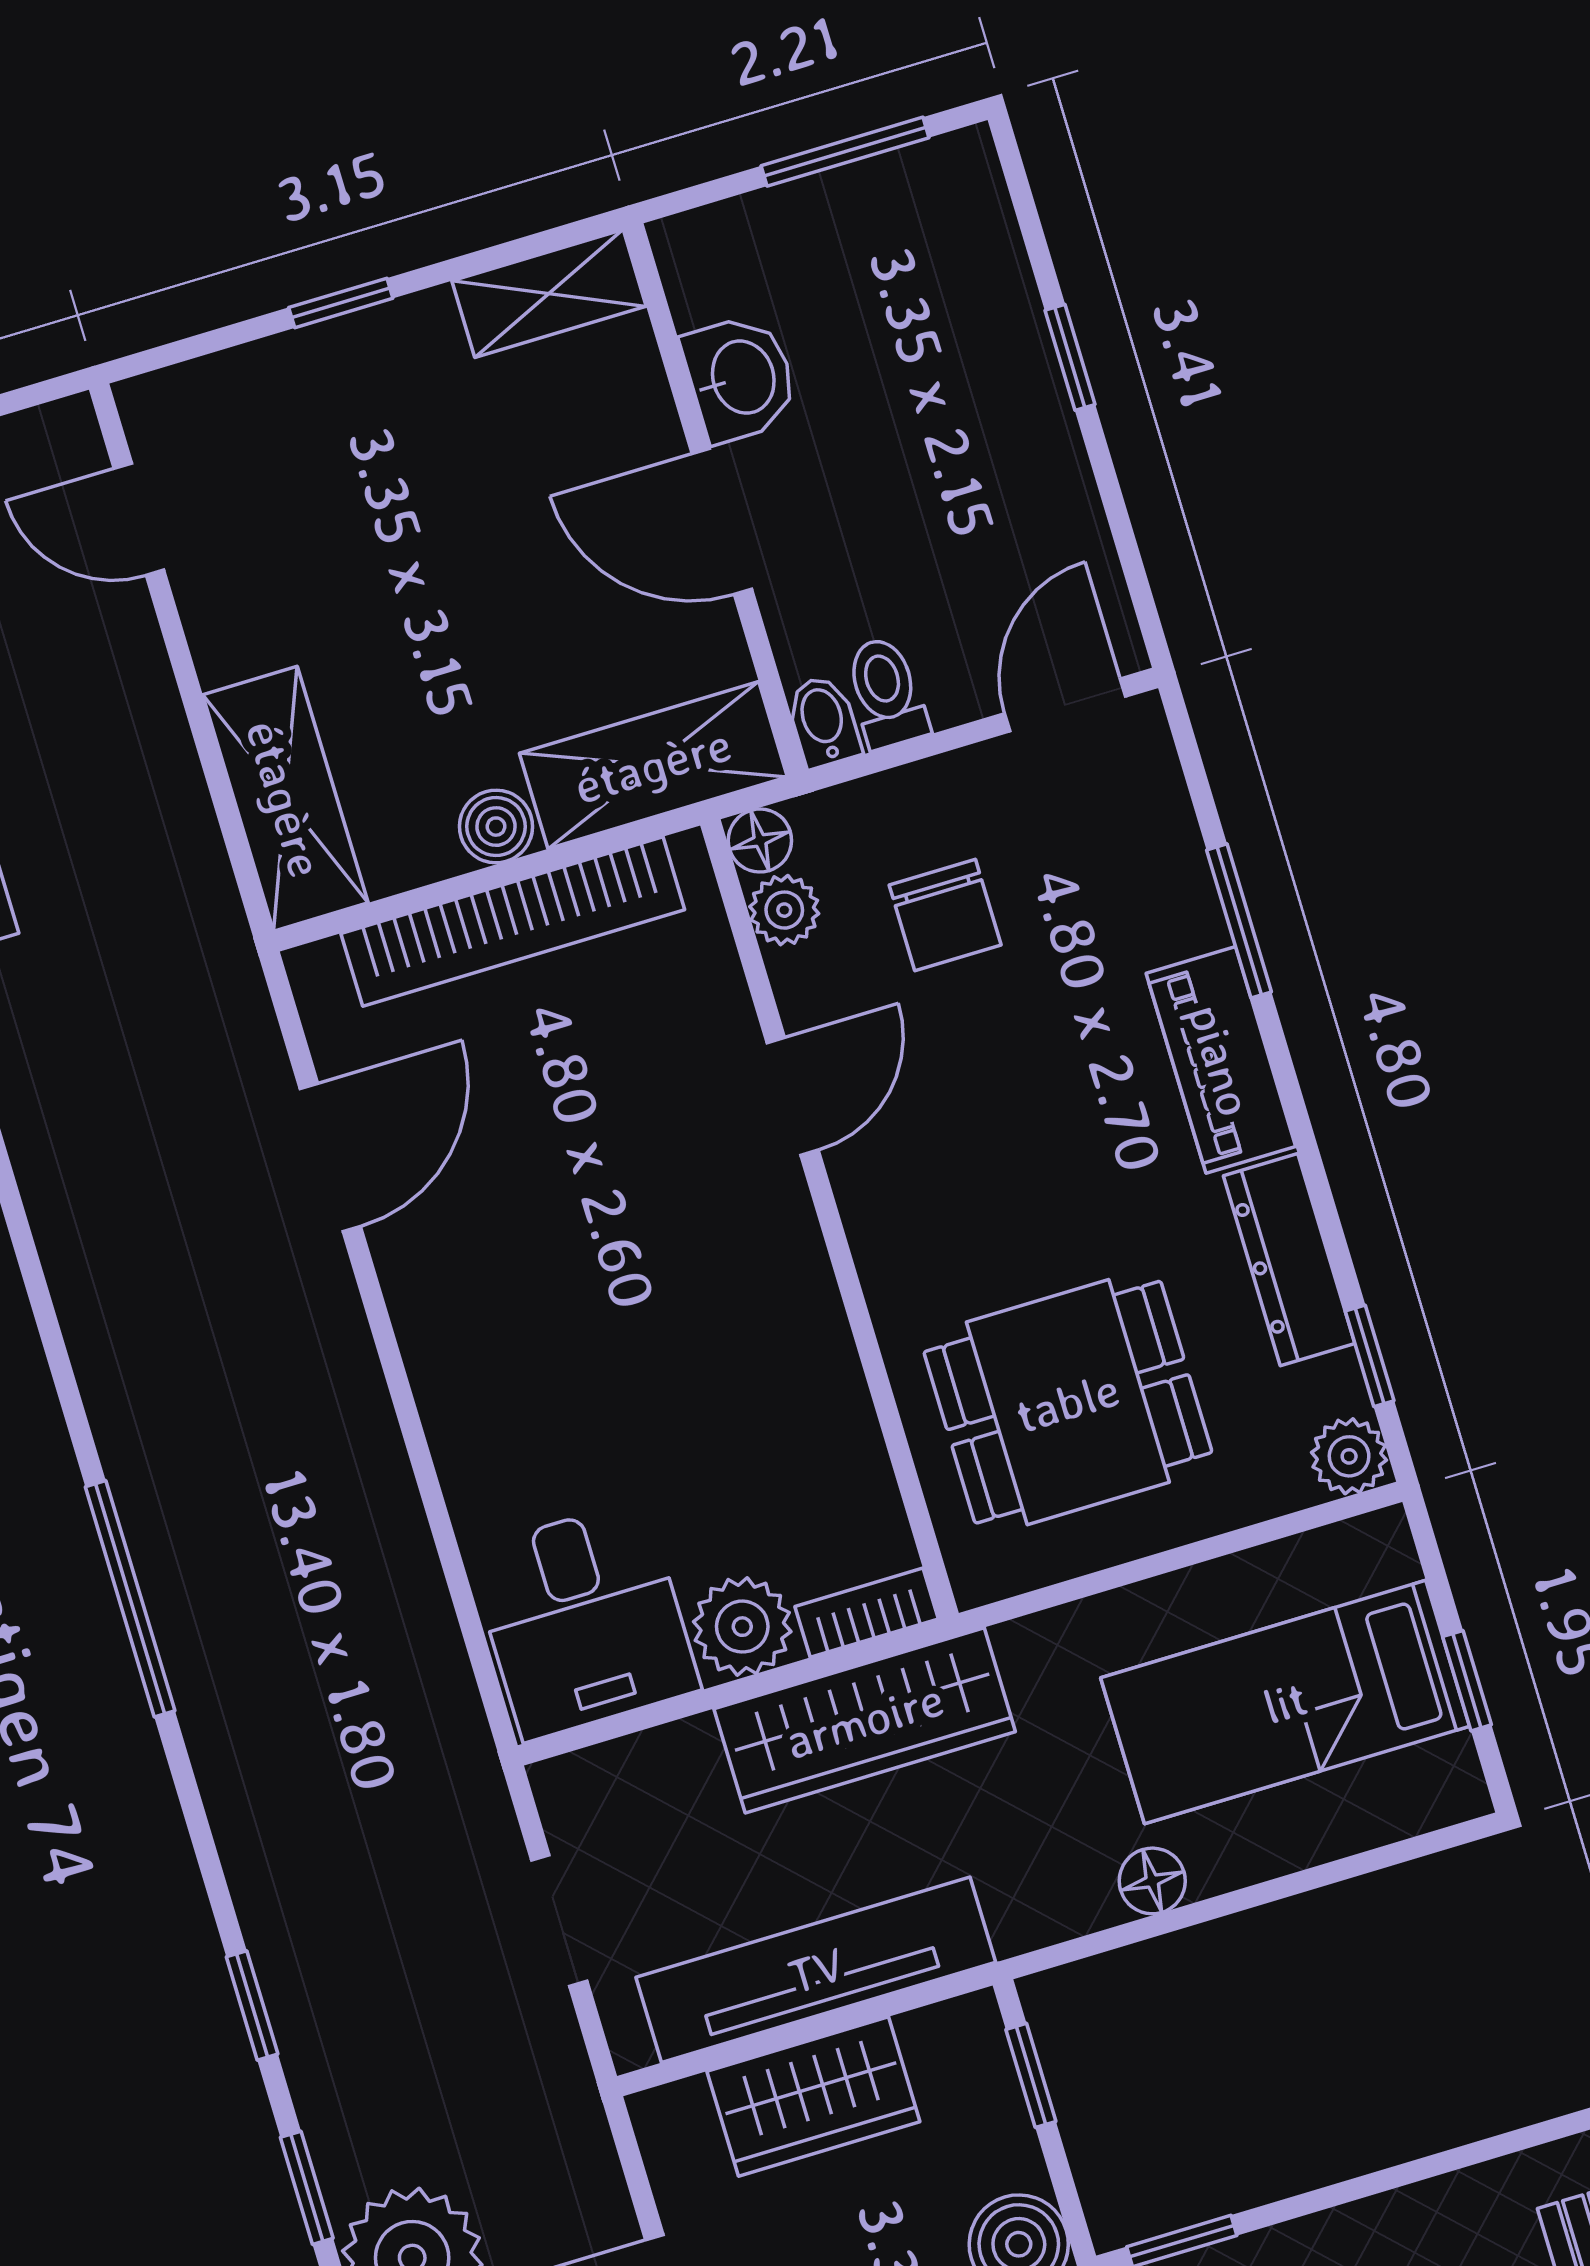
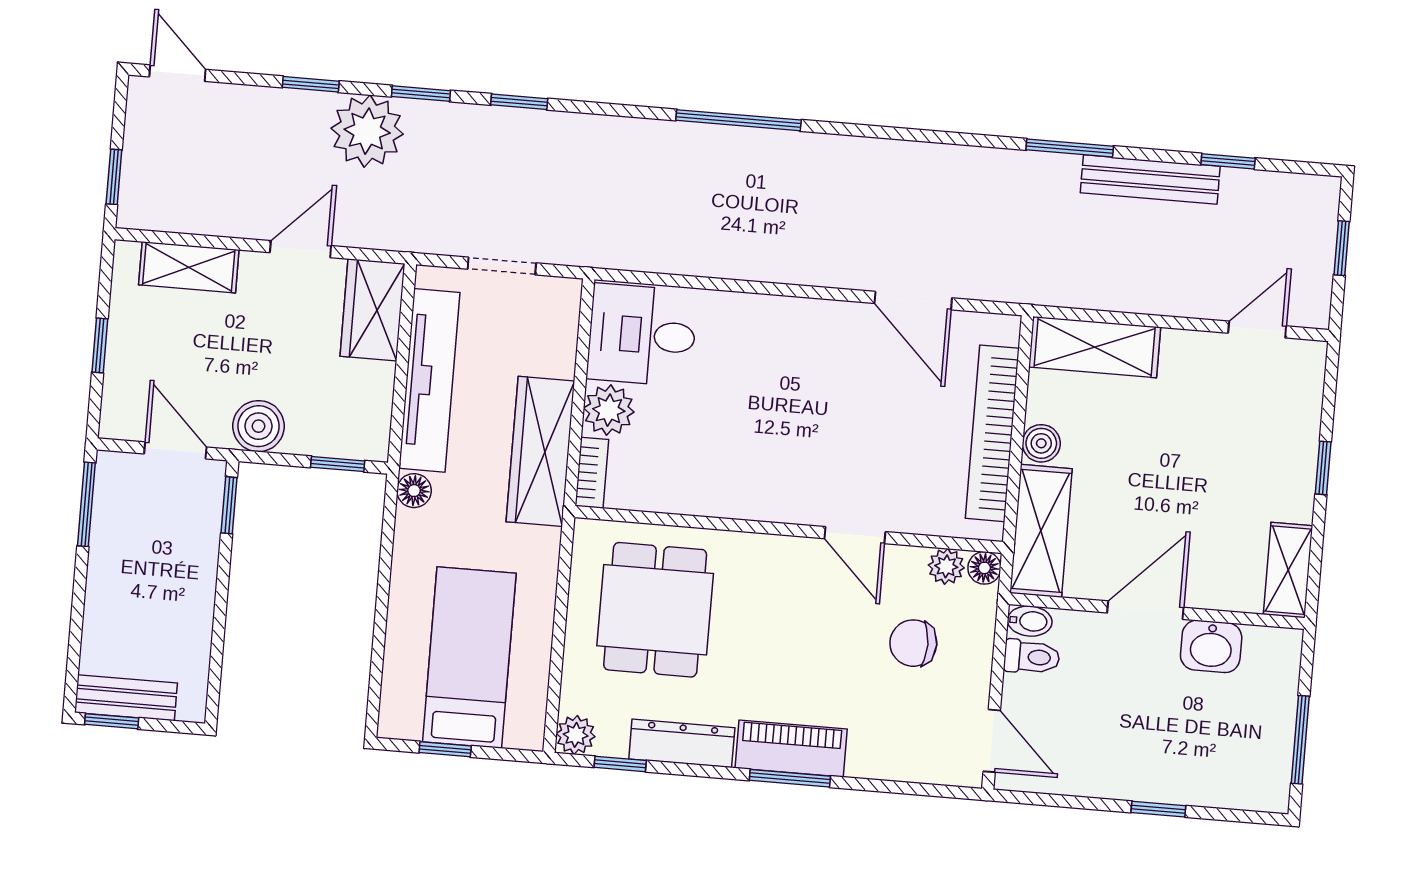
window: (1239, 921) -> (790, 778), moved
floor lamp: (1152, 1881) -> (414, 491), moved
wardrobe: (813, 2097) -> (373, 310), moved

